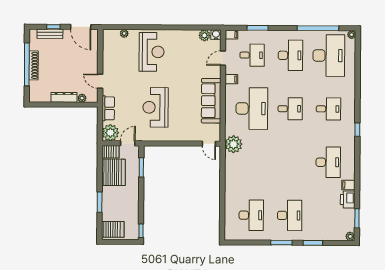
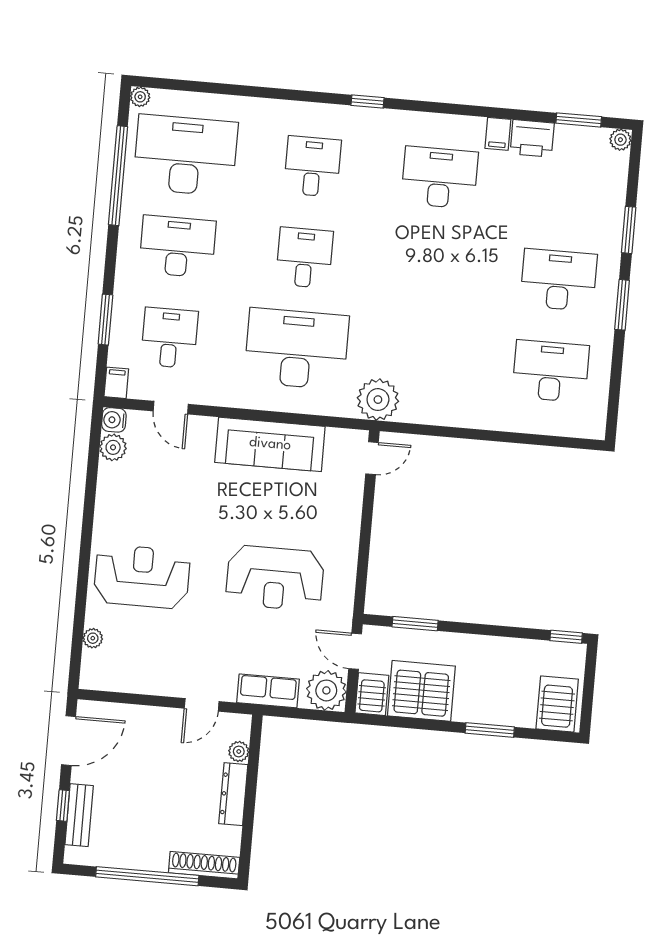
shoe rack: (34, 65) -> (204, 865), moved
filing cabinet: (231, 79) -> (222, 392), removed

